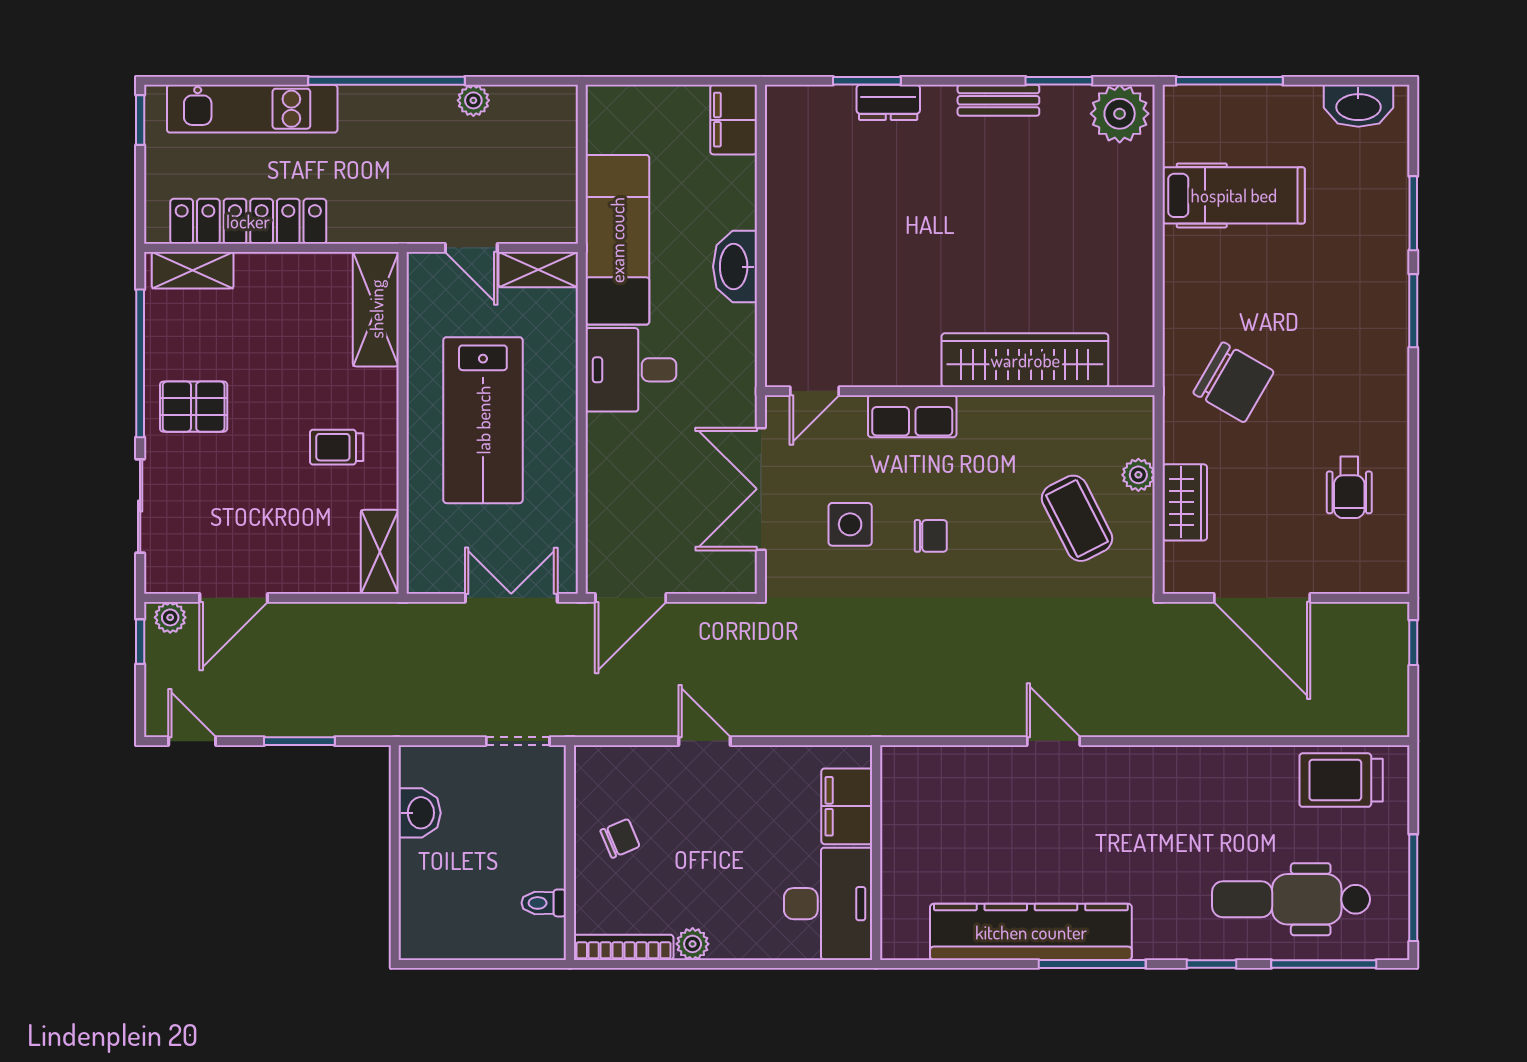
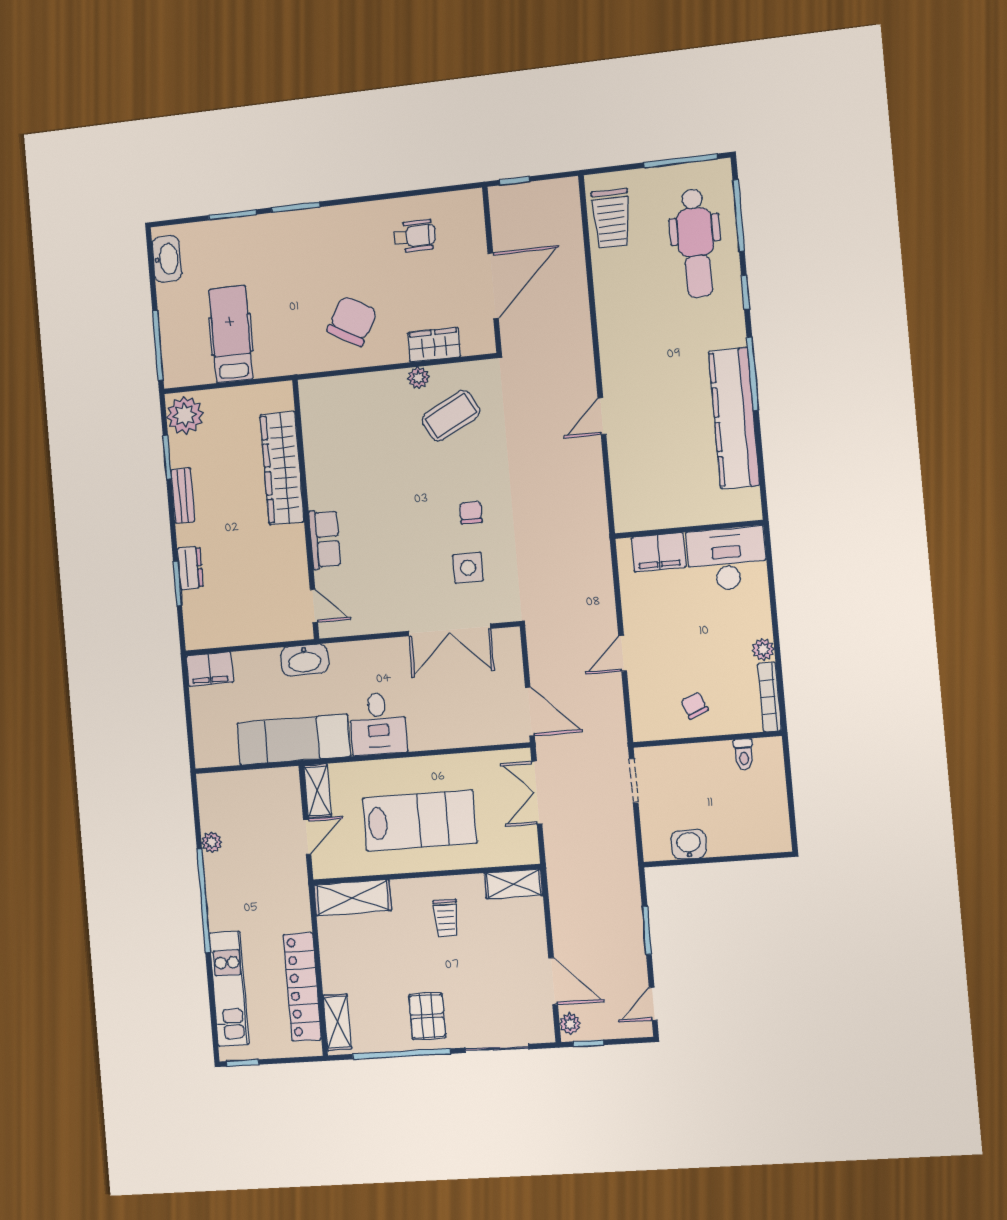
wardrobe: (1025, 360) -> (282, 468), moved
door: (814, 391) -> (314, 606), moved
wall: (960, 391) -> (306, 509), moved
row of seats: (912, 416) -> (325, 539), moved

